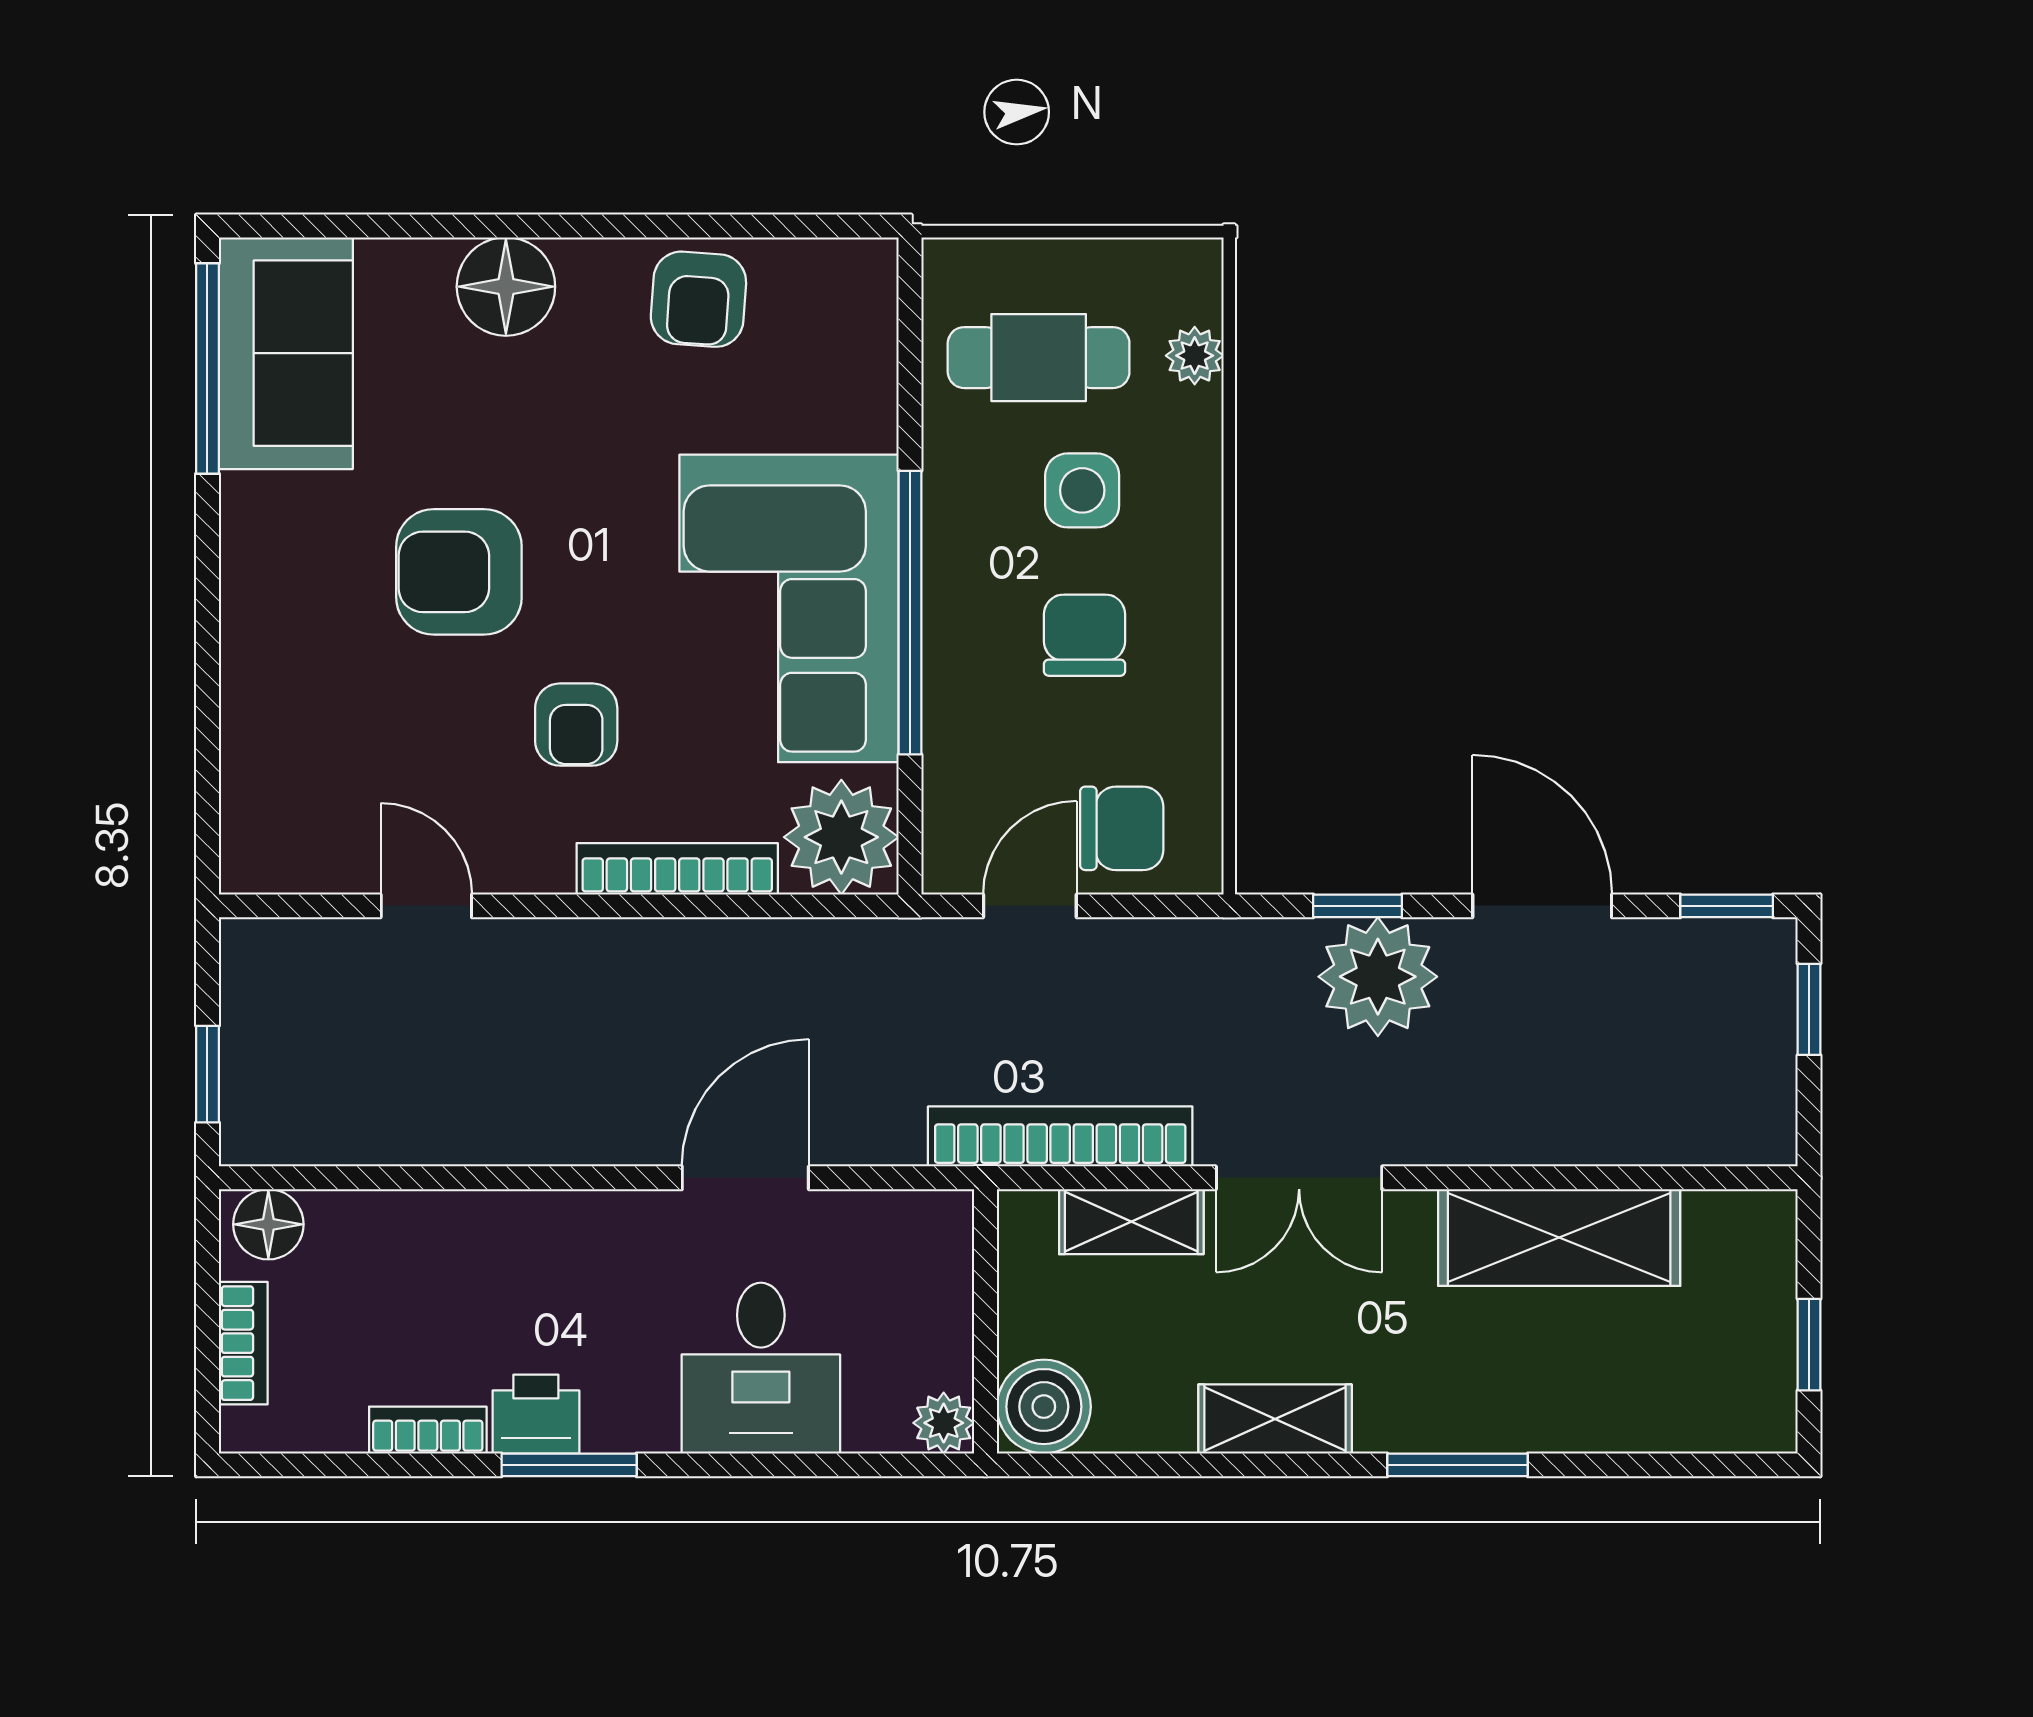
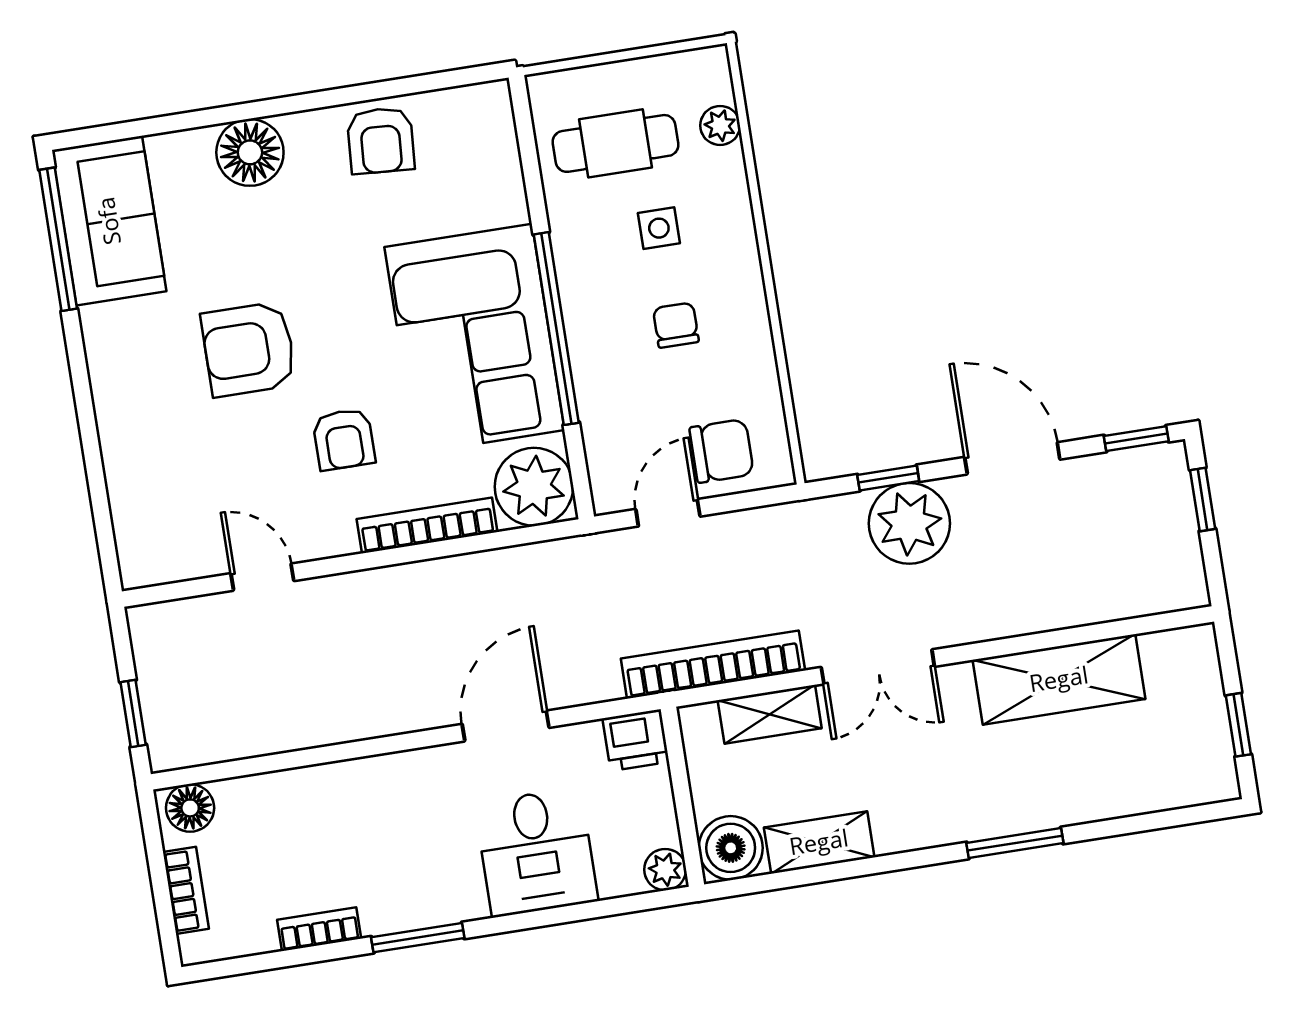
side table: (1082, 490) -> (659, 228), width x0.73, depth x0.73
chair: (1085, 635) -> (676, 325), width x0.73, depth x0.73
printer: (536, 1414) -> (636, 740), moved, turned 180
shelving: (1275, 1419) -> (819, 842), moved

